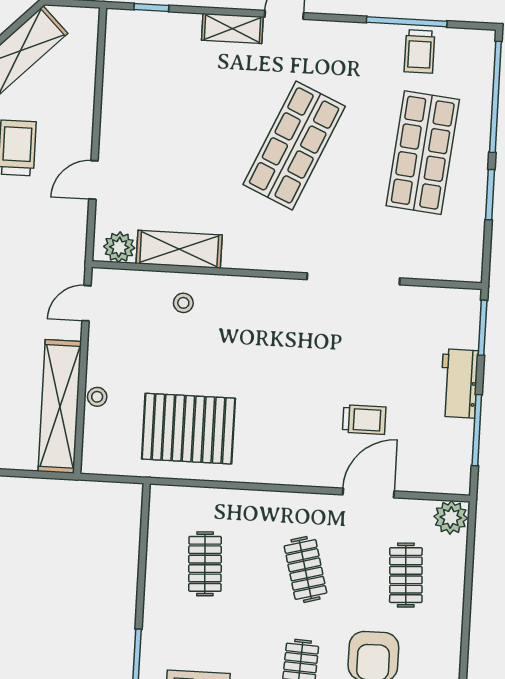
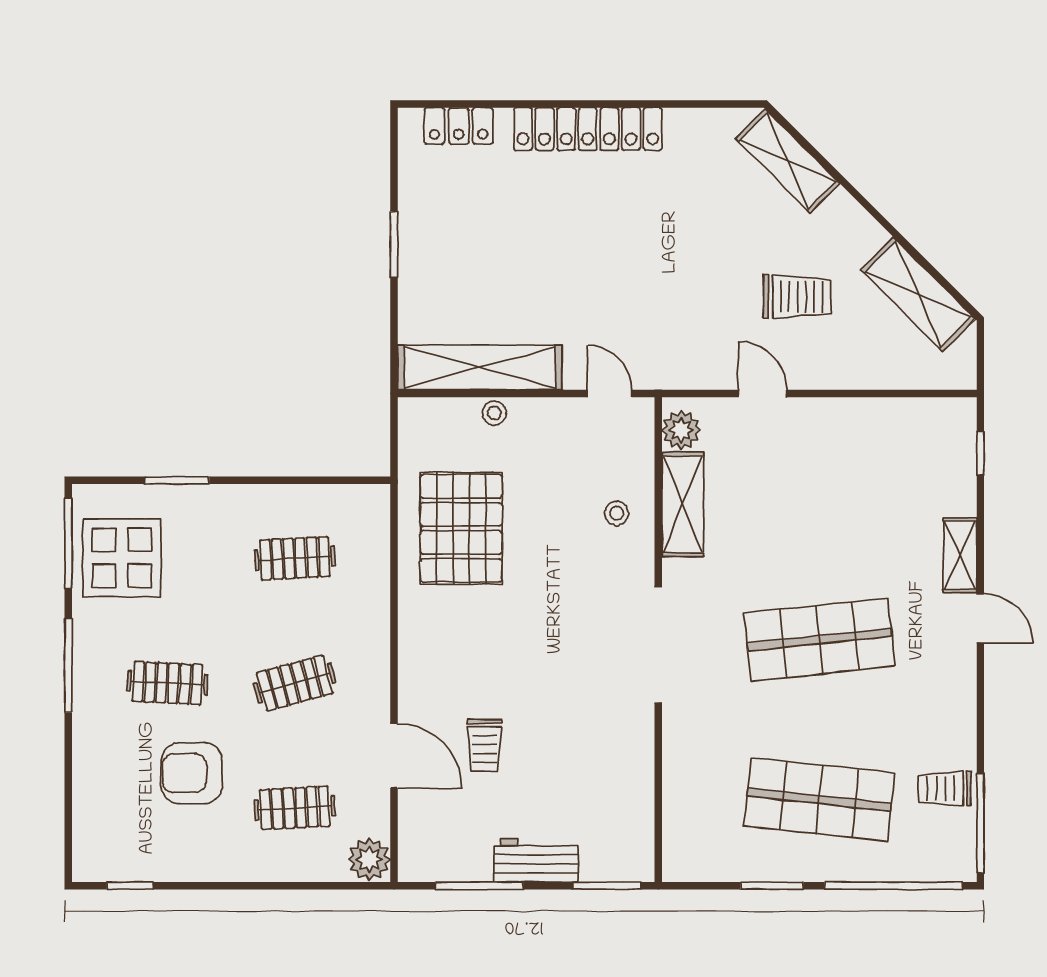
window: (407, 22) -> (980, 823), moved
shop shelf: (294, 145) -> (819, 640), turned -30
doorway: (353, 279) -> (658, 645), moved

